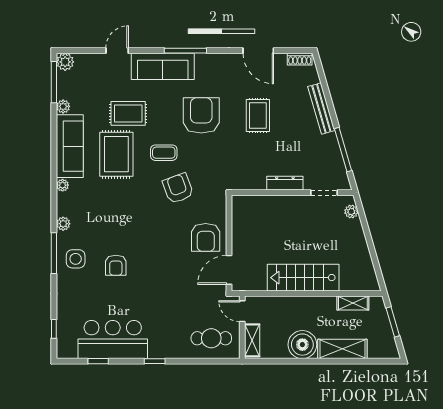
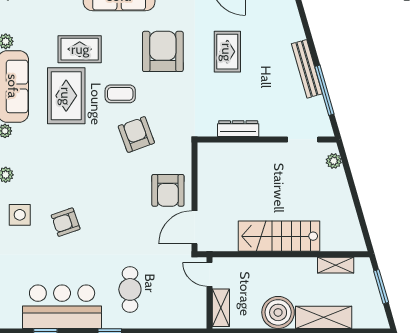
bench: (321, 109) -> (307, 69), moved
dresser: (285, 183) -> (238, 129), moved
armchair: (116, 265) -> (66, 222), turned 71
cafe table: (211, 338) -> (130, 289), moved, turned 90

